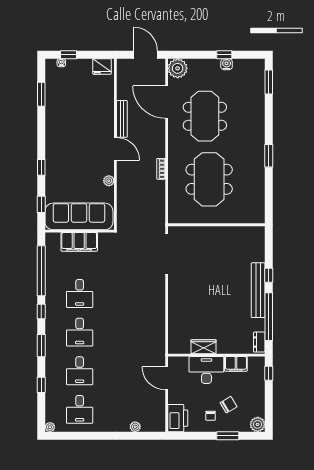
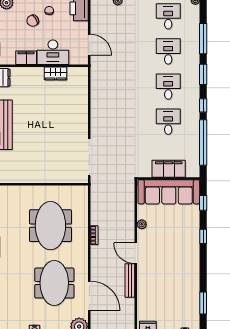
window: (41, 385) -> (203, 39), width x2.17

